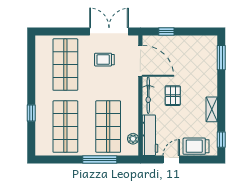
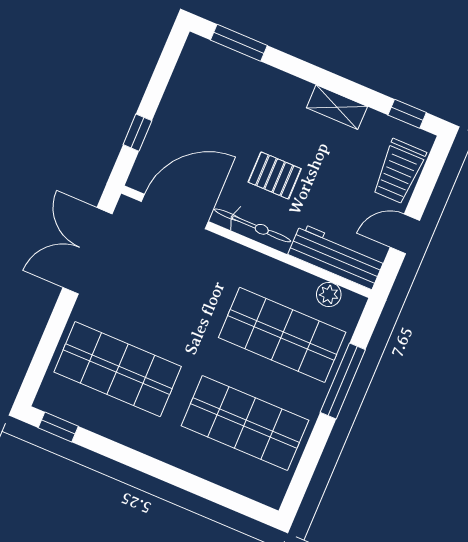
trolley: (104, 60) -> (141, 284), removed
window: (31, 113) -> (58, 427), moved
door: (171, 160) -> (405, 234), hinge flipped

